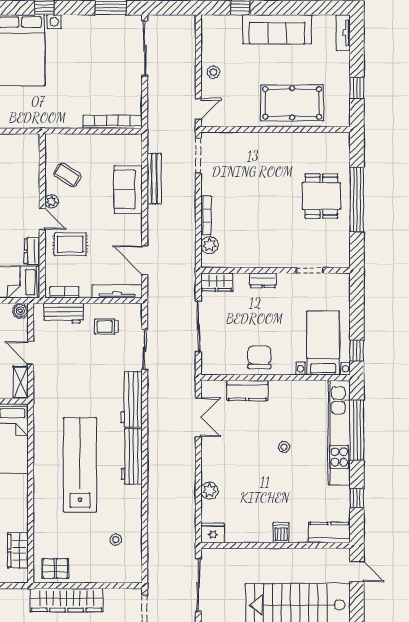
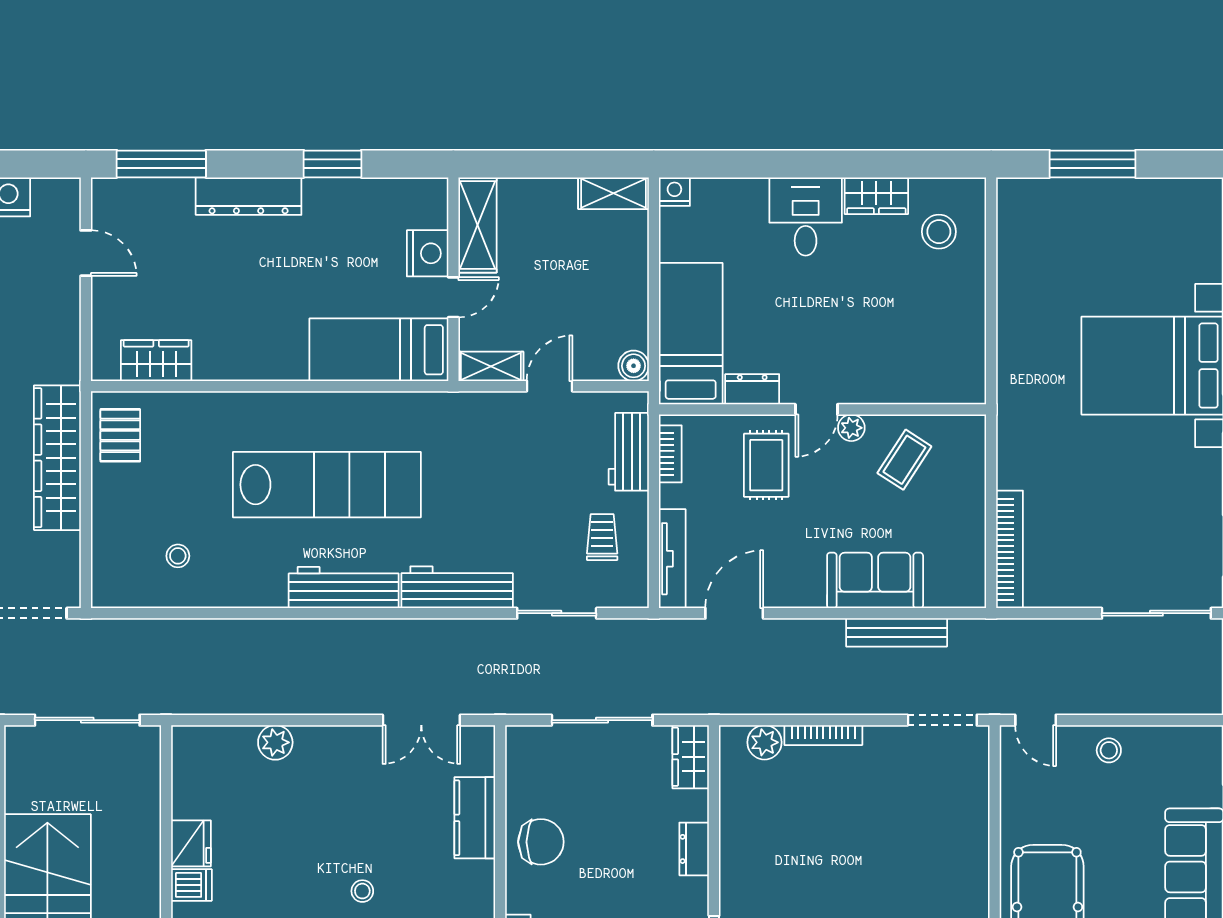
fridge: (213, 533) -> (191, 843), moved

